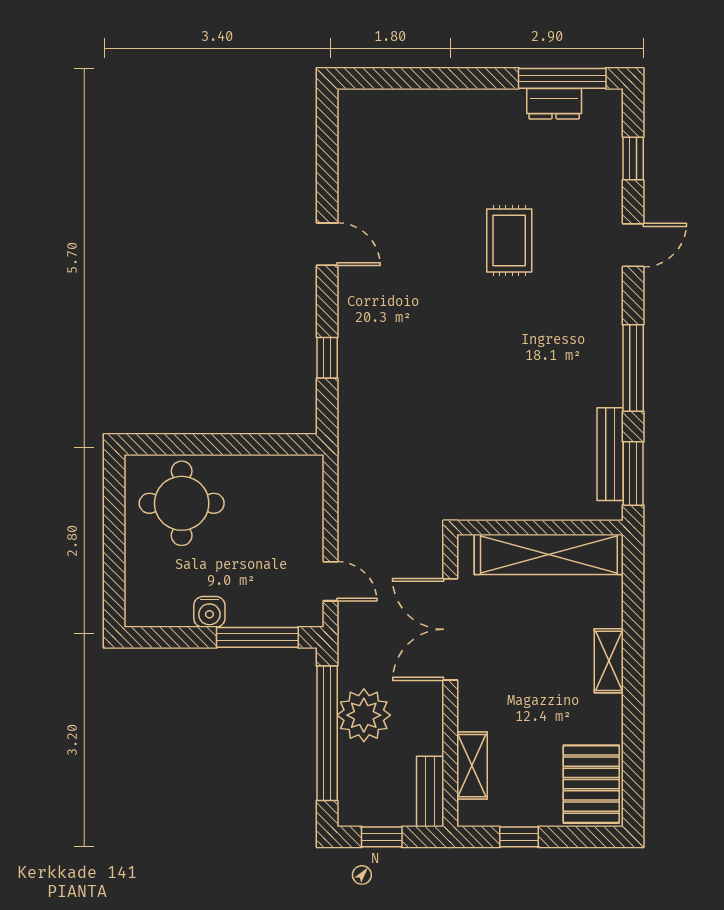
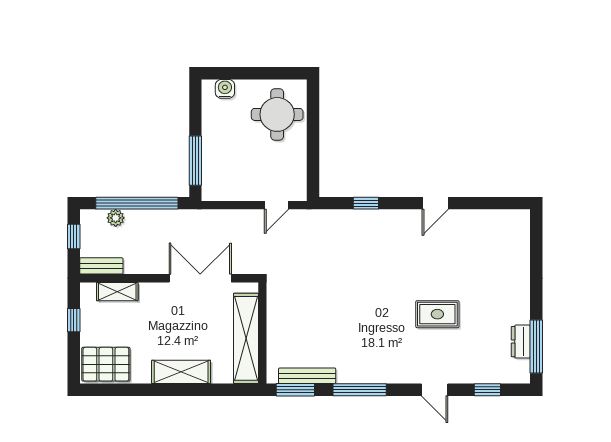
door: (330, 581) -> (277, 205), moved
water cooler: (209, 612) -> (225, 89), moved, turned 90
shelving: (609, 661) -> (181, 372), width x1.50, depth x1.33
plant: (364, 715) -> (116, 218), moved, width x0.53, depth x0.53

